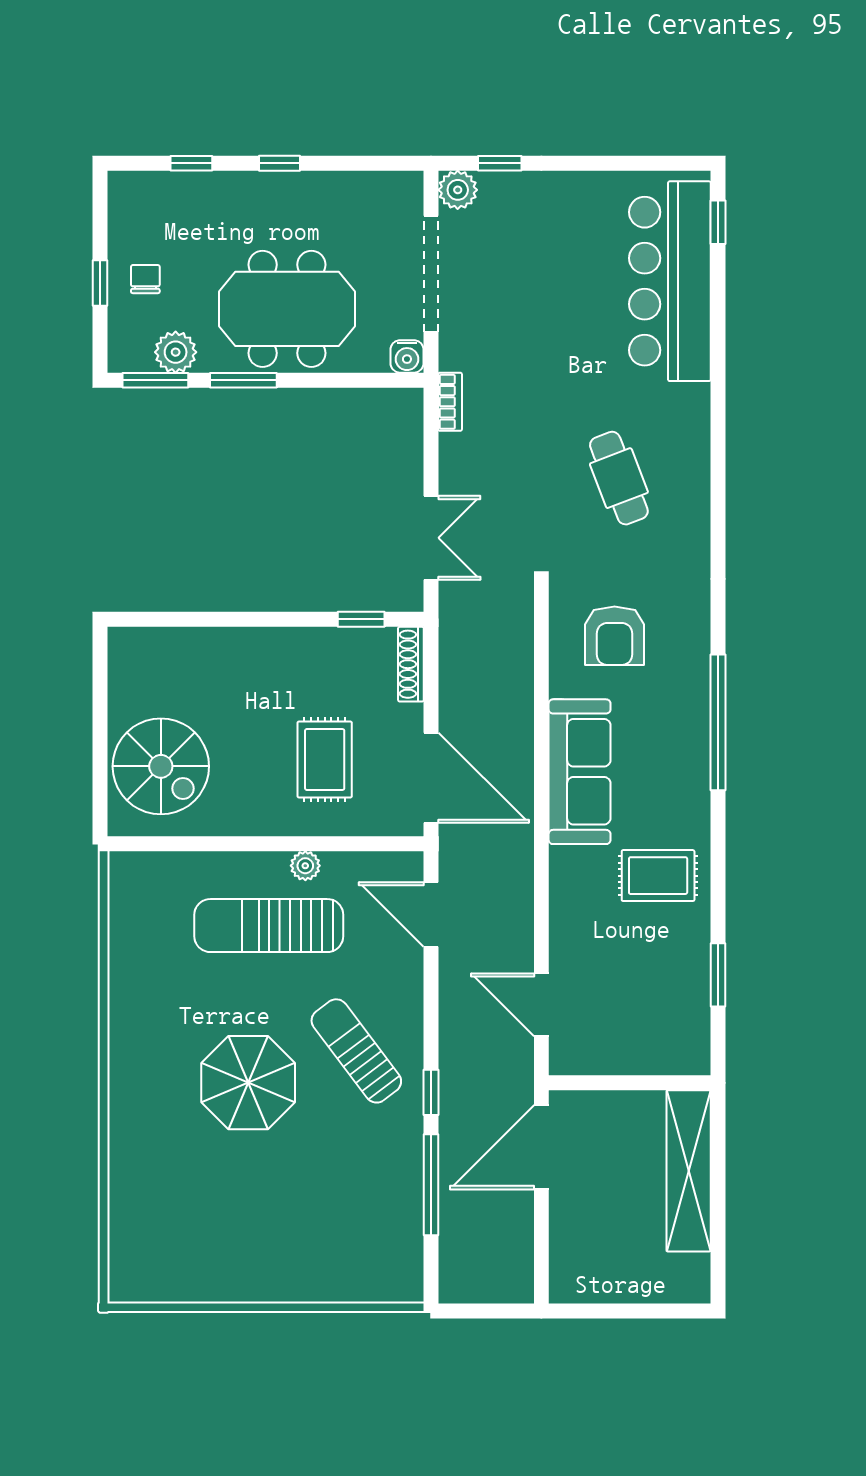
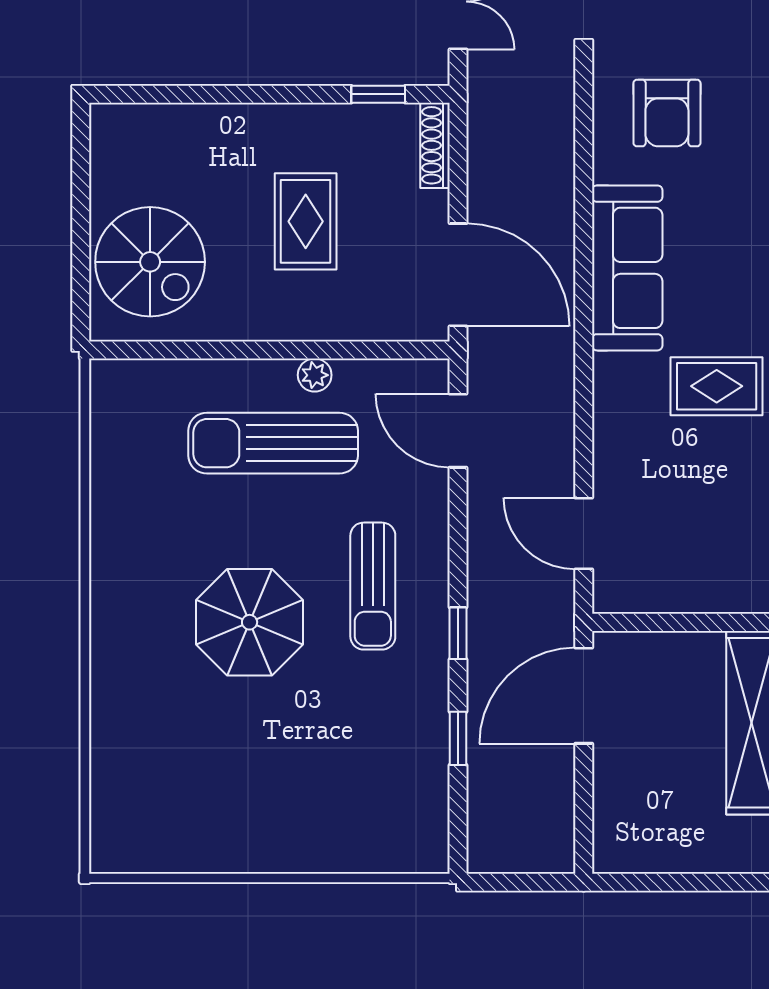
rug: (325, 760) -> (306, 221), moved
sun lounger: (356, 1051) -> (373, 586), turned -143
window: (431, 1185) -> (458, 738), width x0.46

